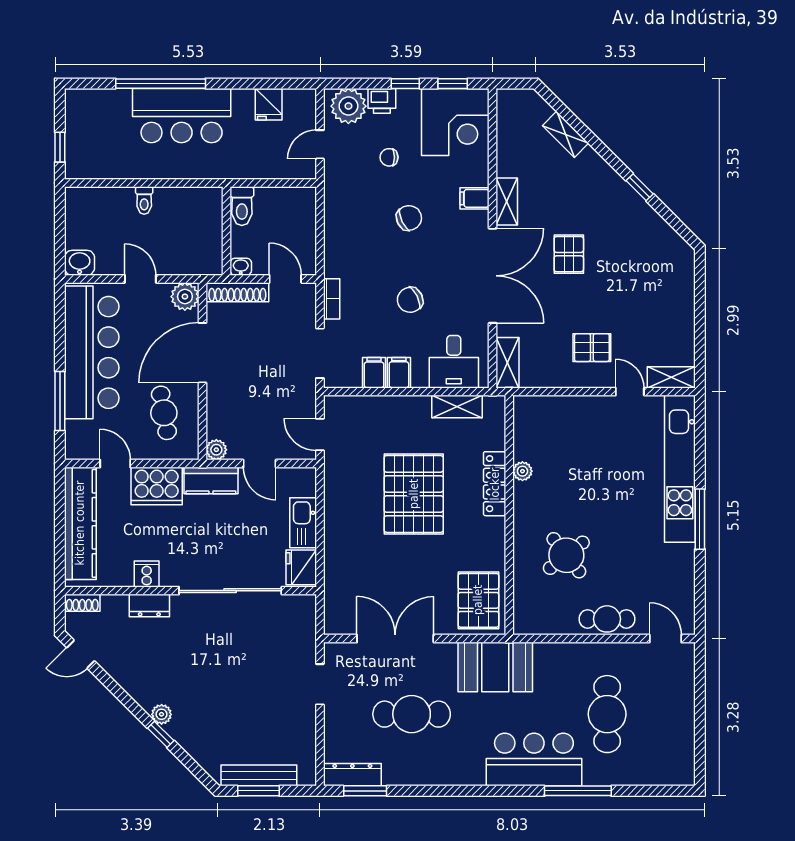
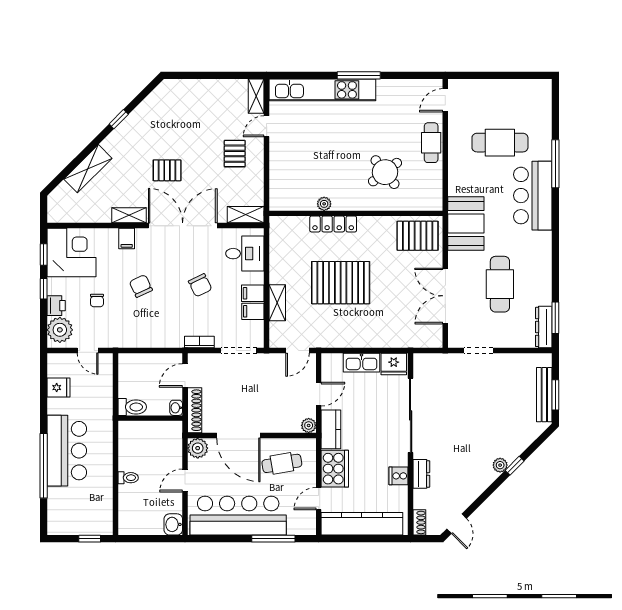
shelving: (565, 134) -> (88, 169), width x1.50, depth x1.33
shelving: (457, 406) -> (277, 303), moved

